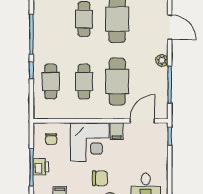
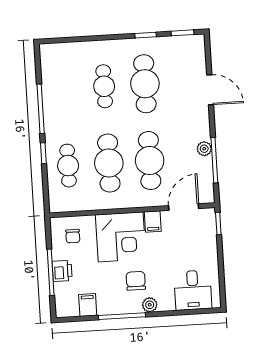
plant: (162, 60) -> (204, 149), moved
cafe table: (84, 82) -> (109, 163), width x1.37, depth x1.35
chair: (100, 178) -> (136, 281), turned -90

